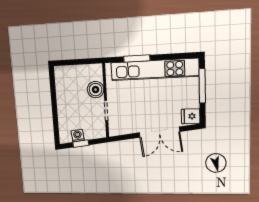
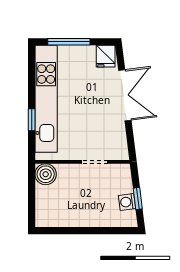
window: (137, 59) -> (32, 120), width x0.67
boiler: (96, 90) -> (46, 174), moved

